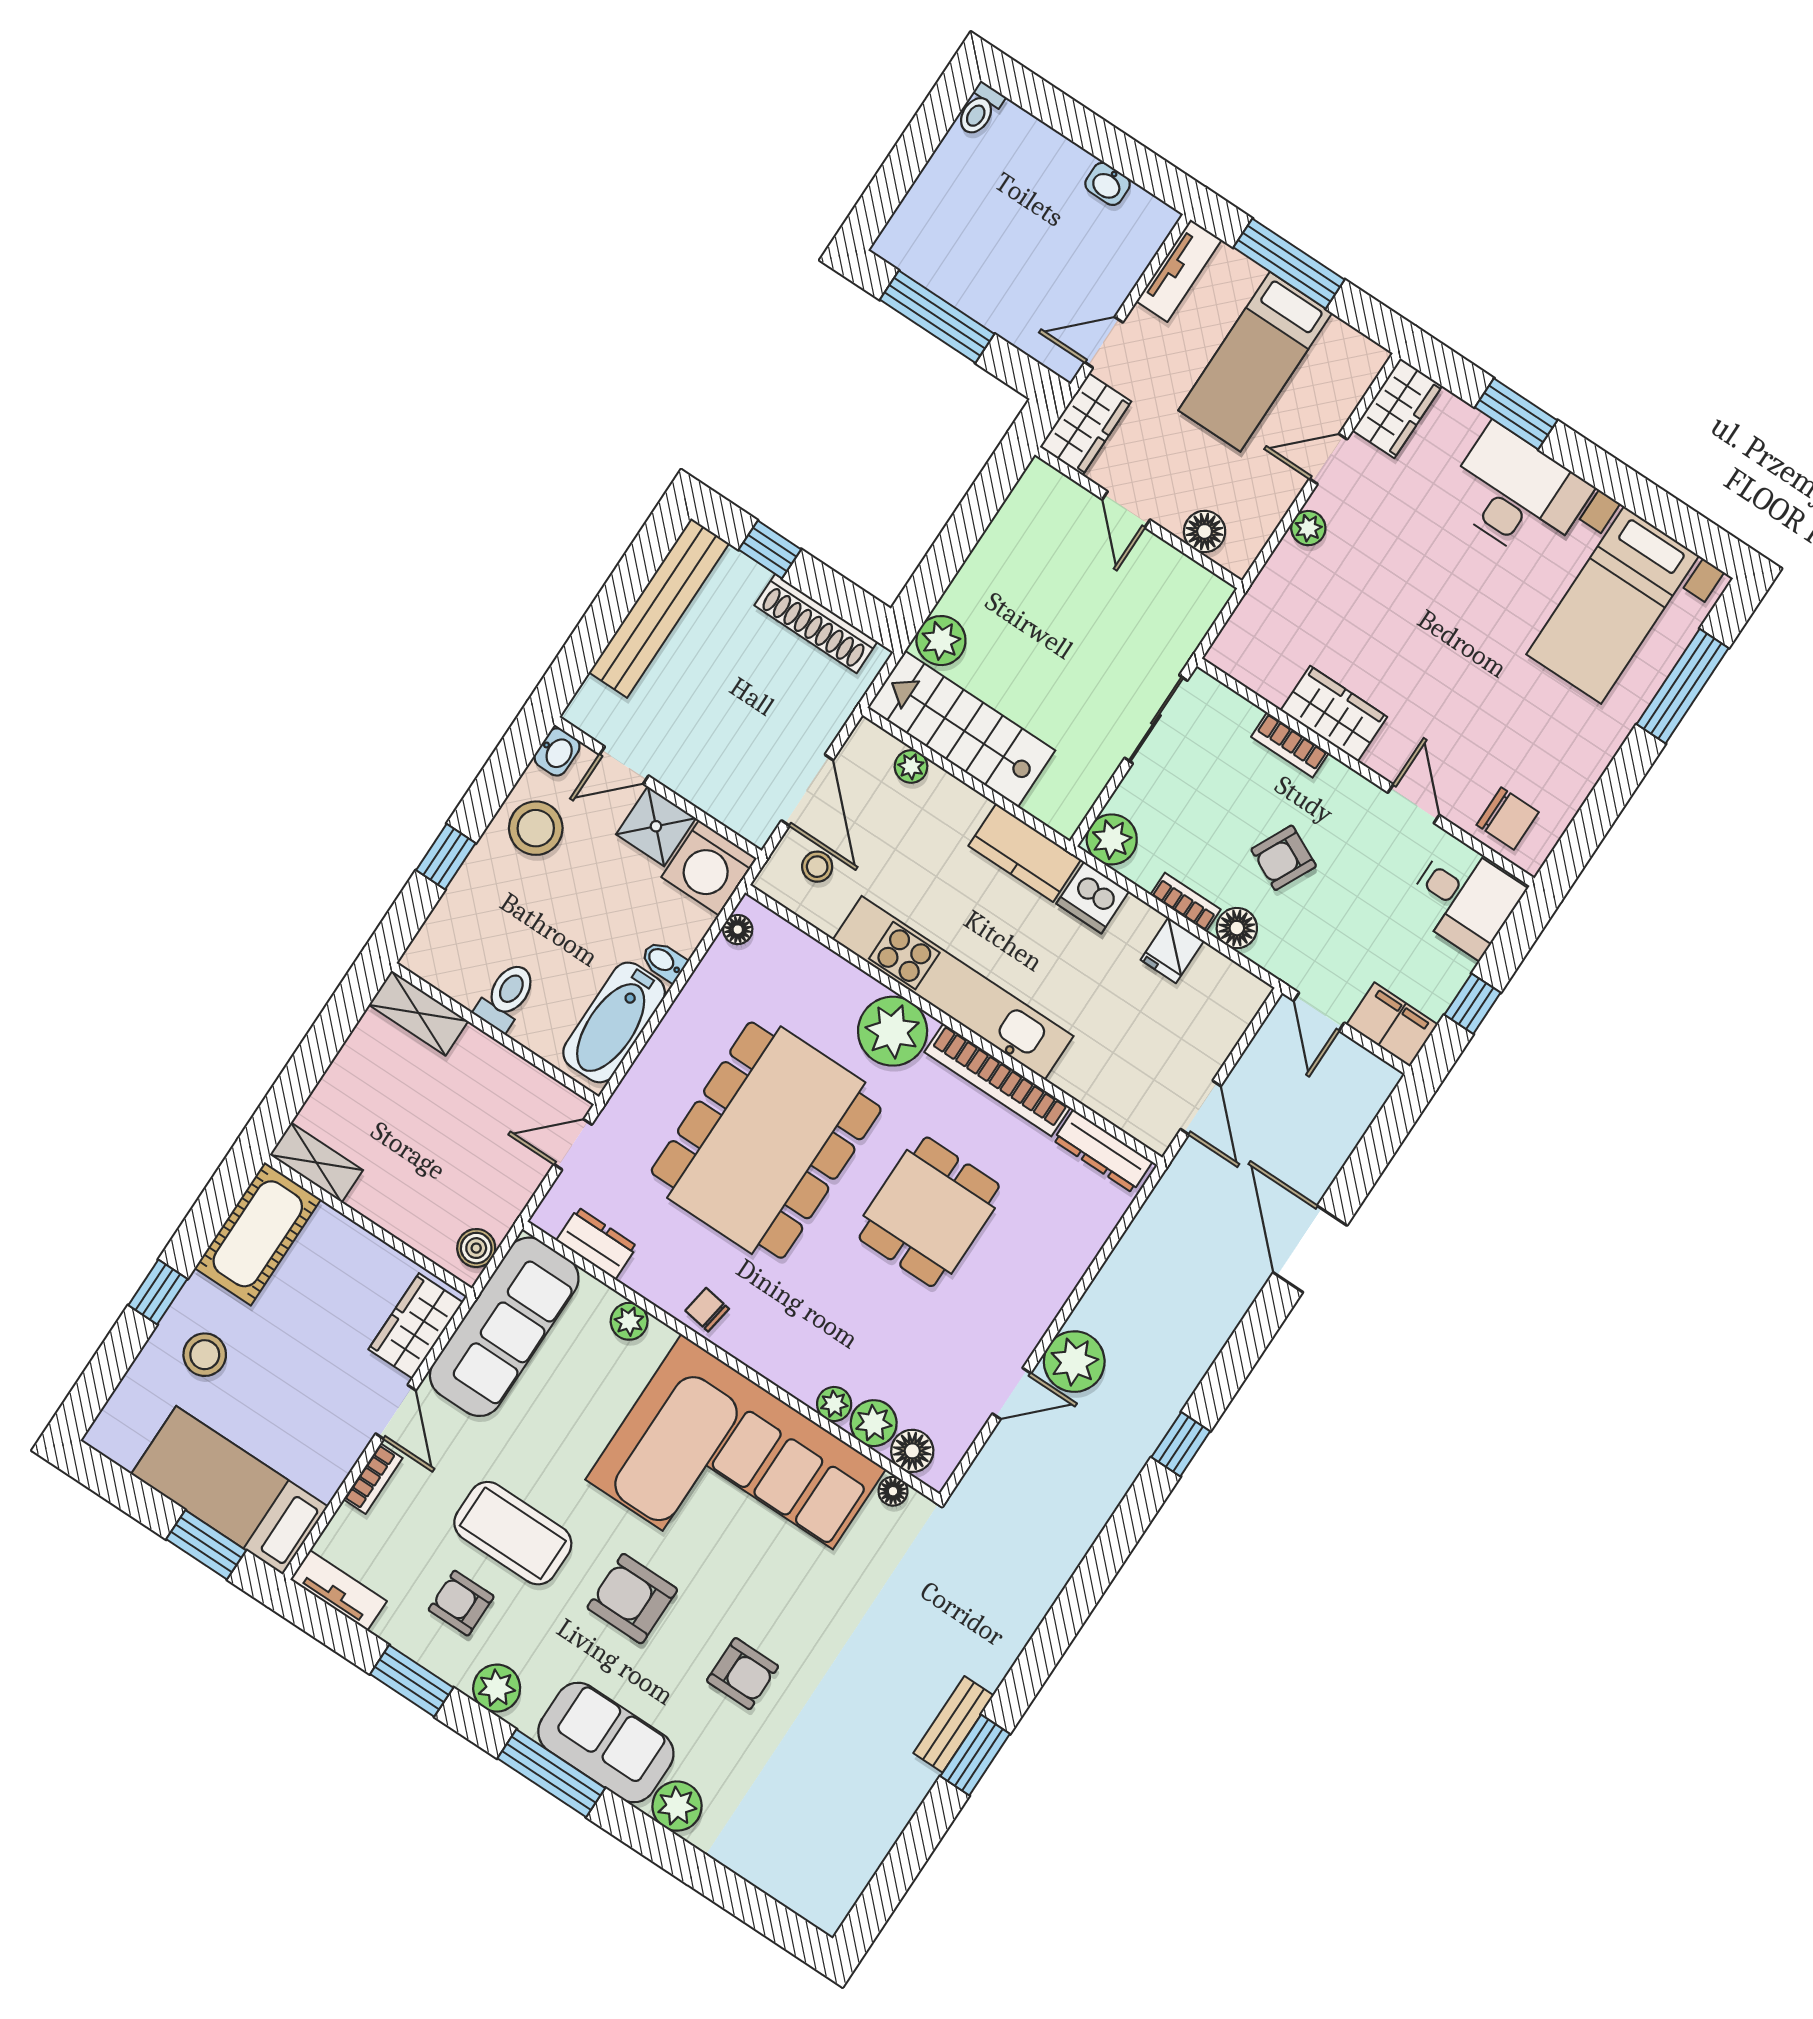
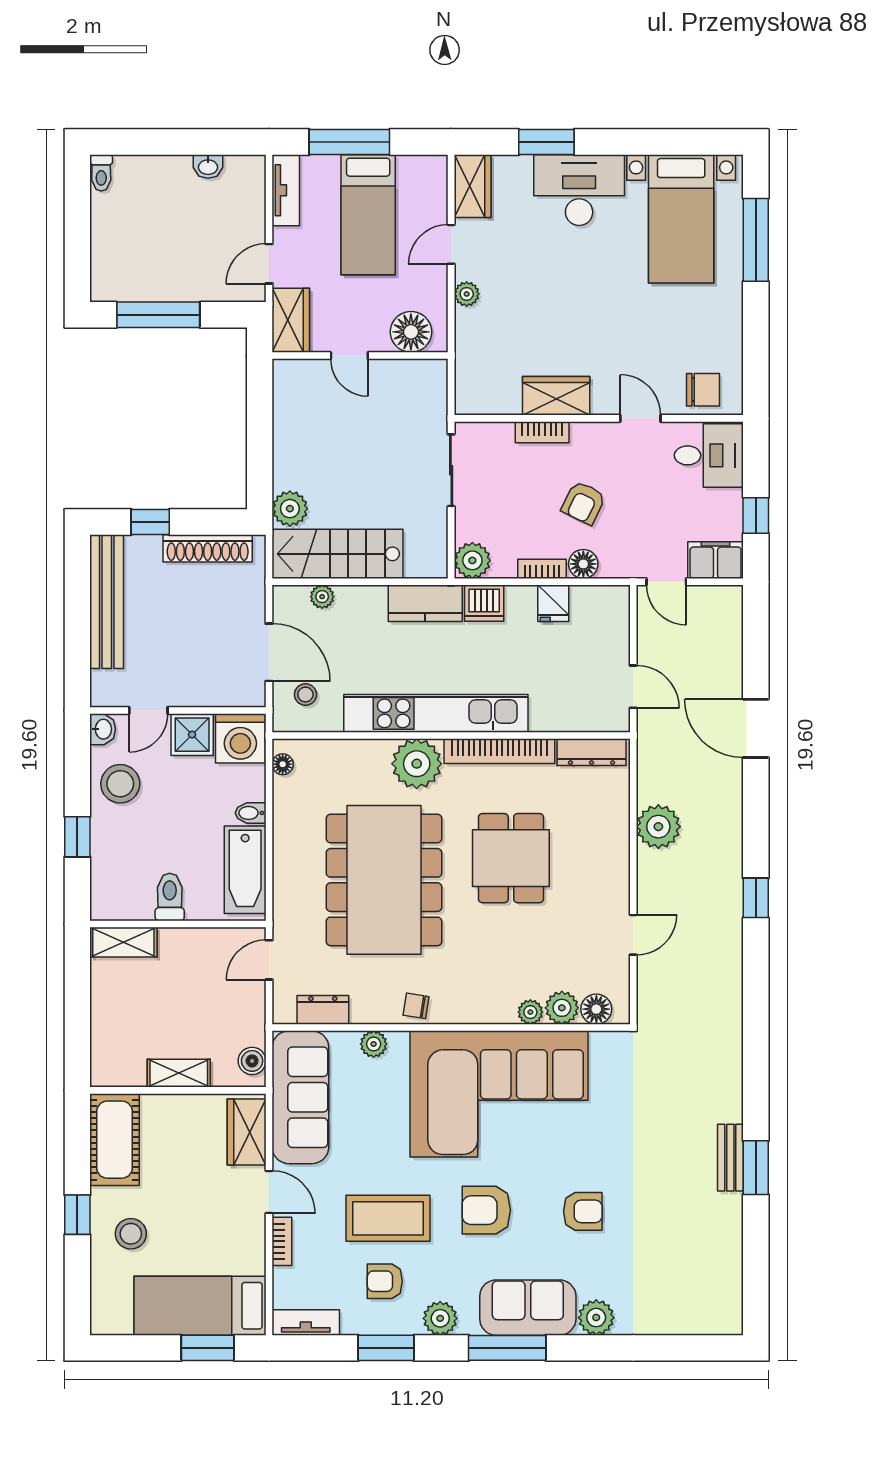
floor lamp: (1205, 531) -> (411, 332), width x1.38, depth x1.38
shelving: (316, 1162) -> (179, 1073), moved
plant: (1074, 1362) -> (658, 827), moved
floor lamp: (893, 1491) -> (601, 1041), removed

